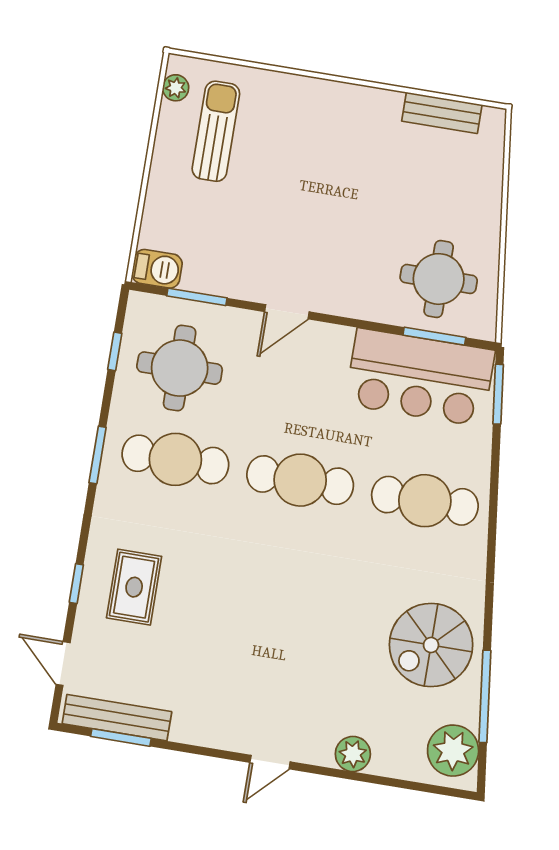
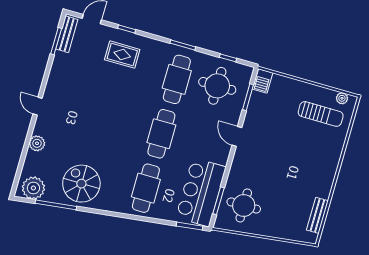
bench: (117, 718) -> (67, 34), width x0.73

